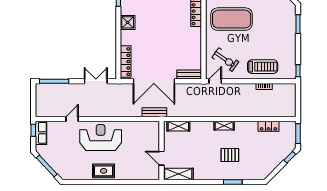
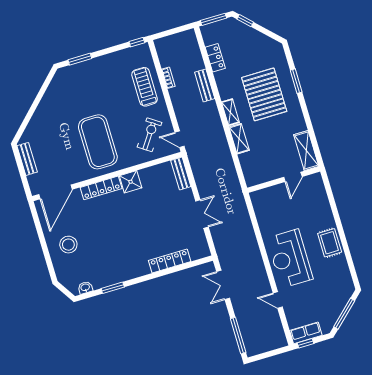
shower: (128, 22) -> (131, 182), moved
locker: (126, 62) -> (170, 261), moved
double door: (154, 81) -> (202, 214), width x0.54
bench: (154, 112) -> (205, 85), moved
shelving: (178, 126) -> (239, 139), moved
pallet: (230, 155) -> (264, 94), width x2.05, depth x2.00

